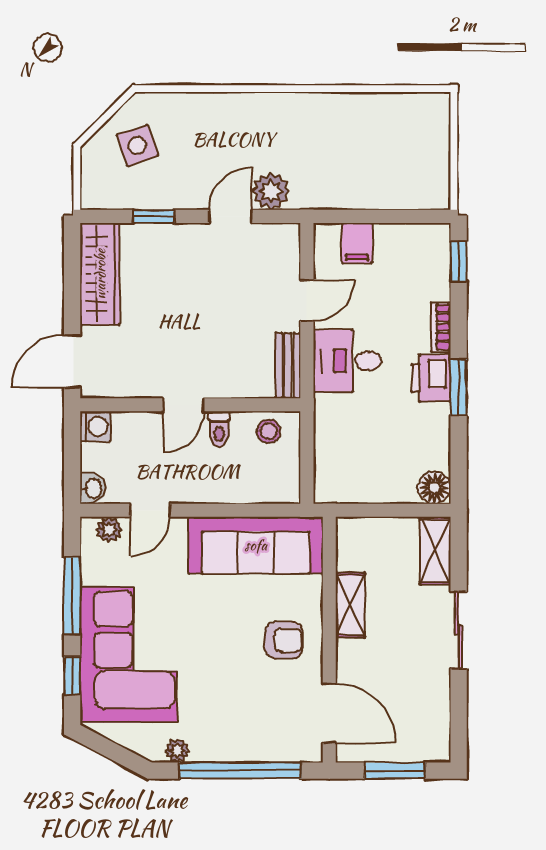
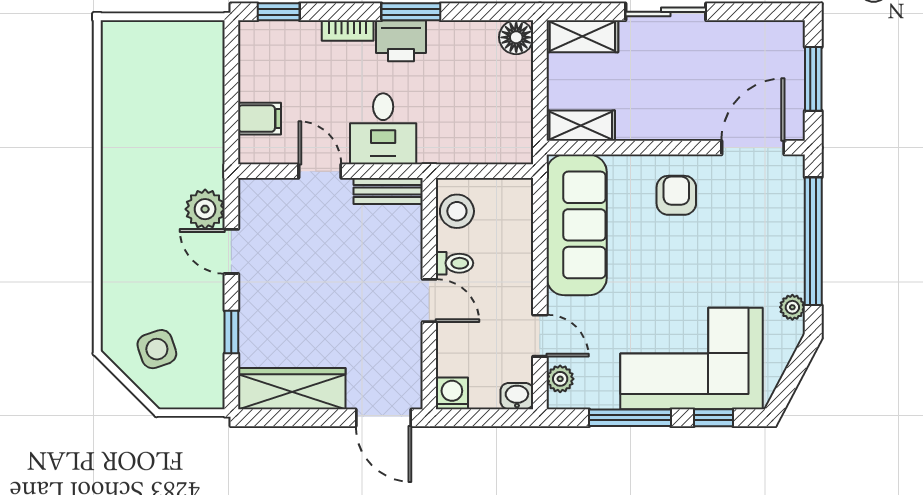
stool: (269, 431) -> (457, 211), width x1.37, depth x1.37
shelving: (350, 605) -> (581, 126), moved

